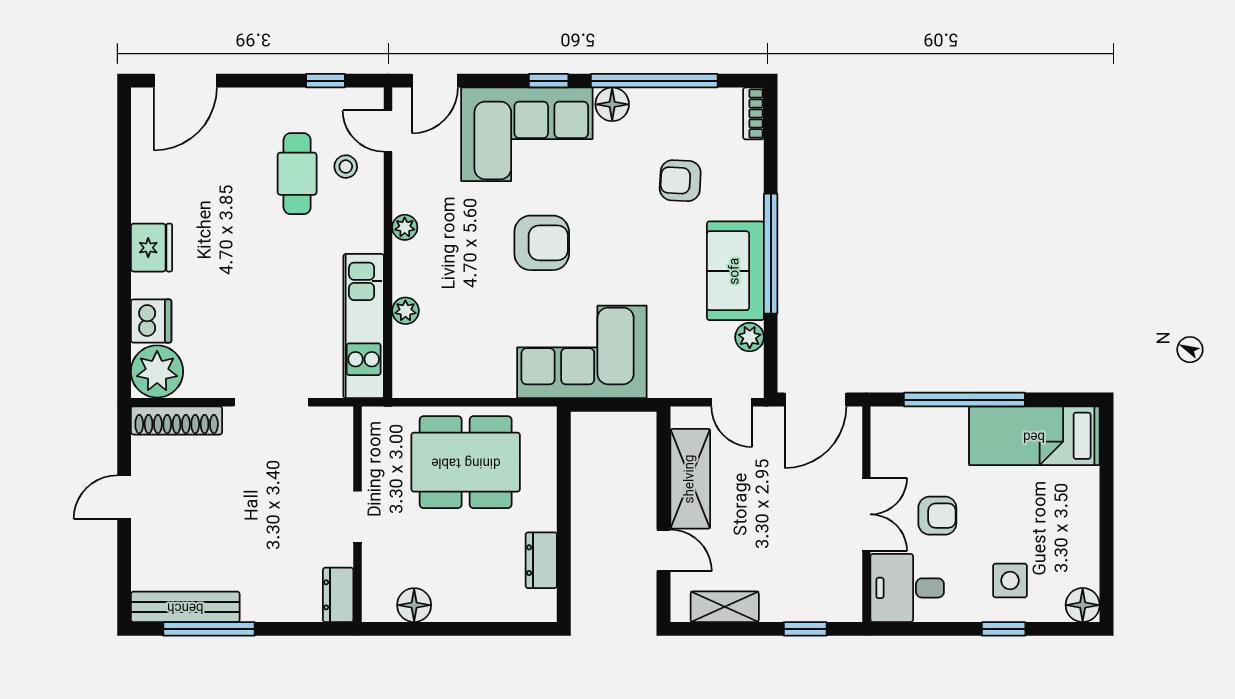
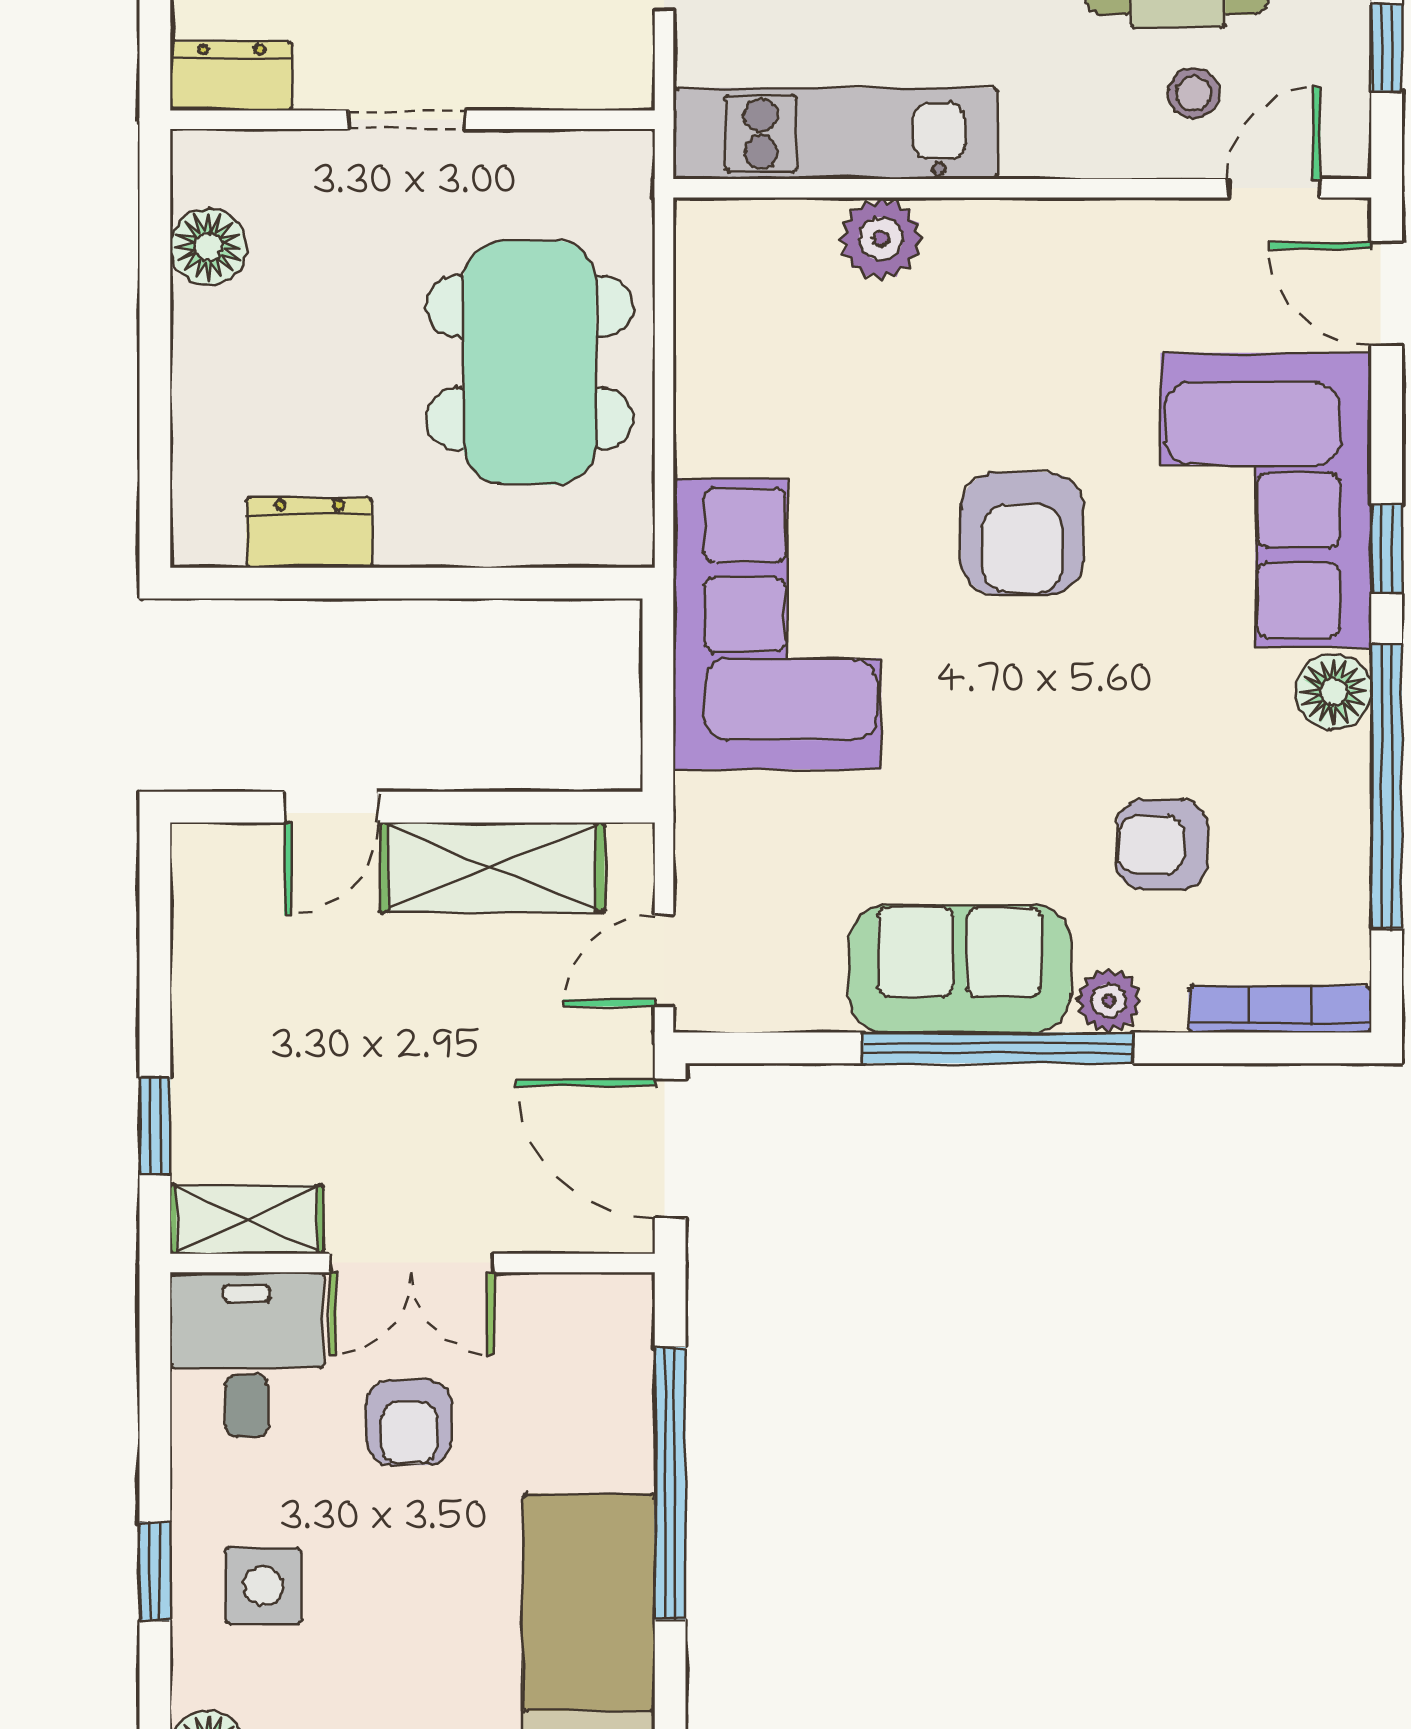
bookcase: (753, 113) -> (1280, 1009), width x1.56
armchair: (680, 181) -> (1162, 845), turned -93
plant: (405, 227) -> (1057, 226), removed
plant: (405, 311) -> (881, 239), width x1.38, depth x1.38
plant: (750, 337) -> (1109, 1001), moved
shelving: (725, 607) -> (247, 1219), moved, turned 90

